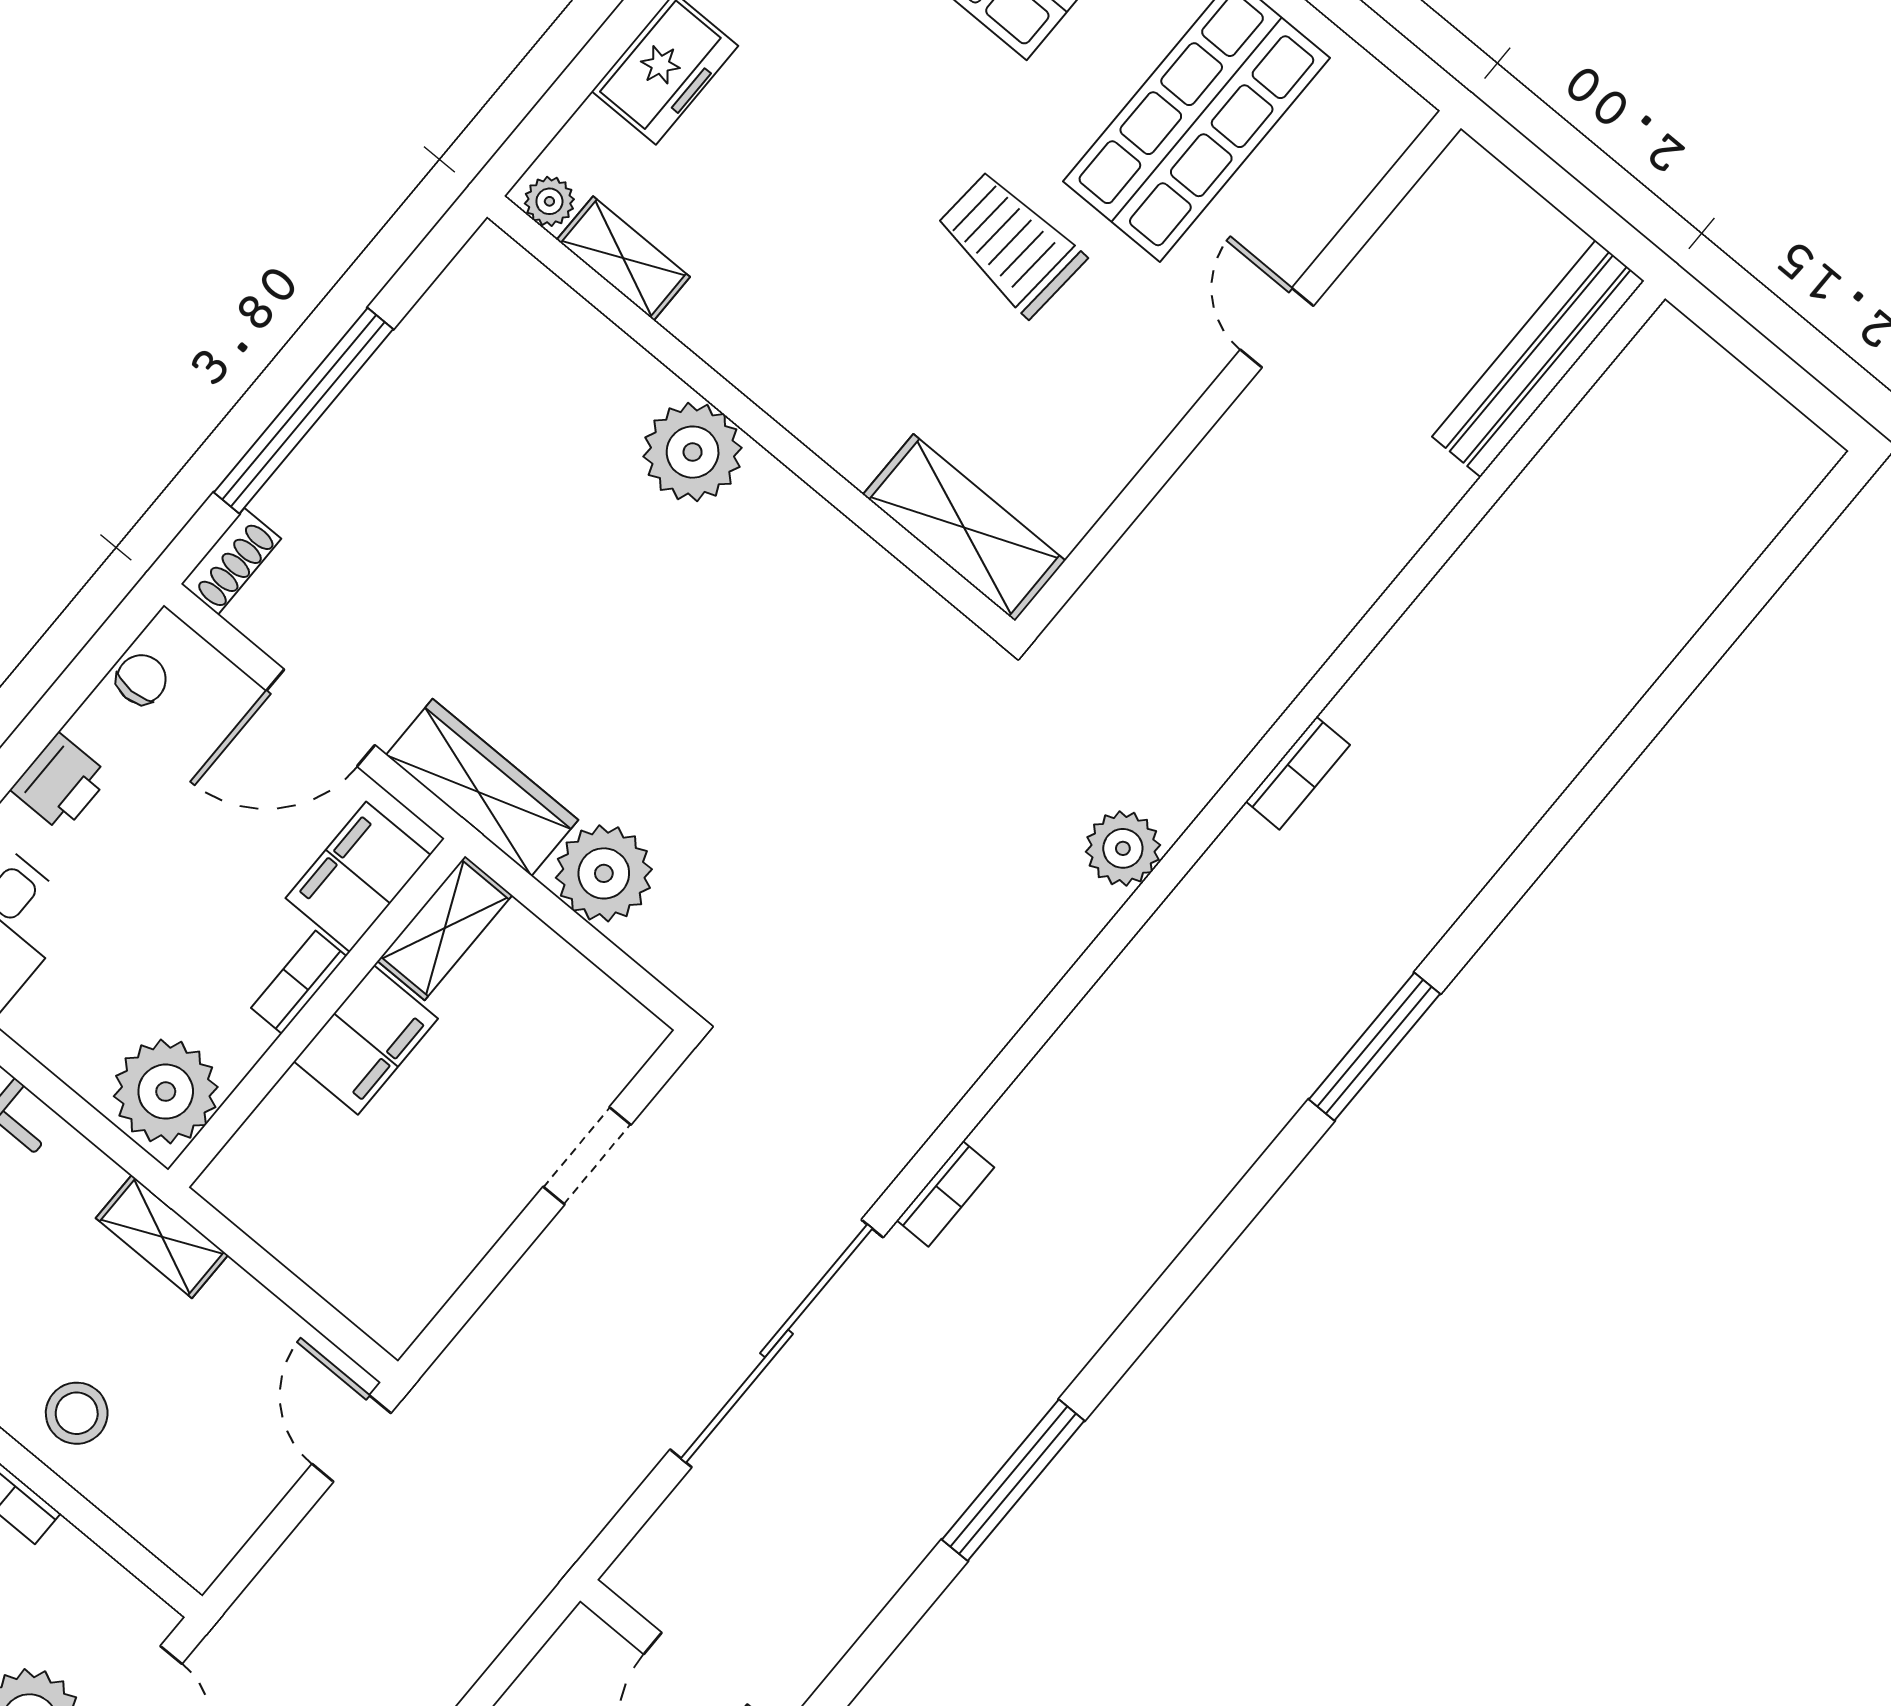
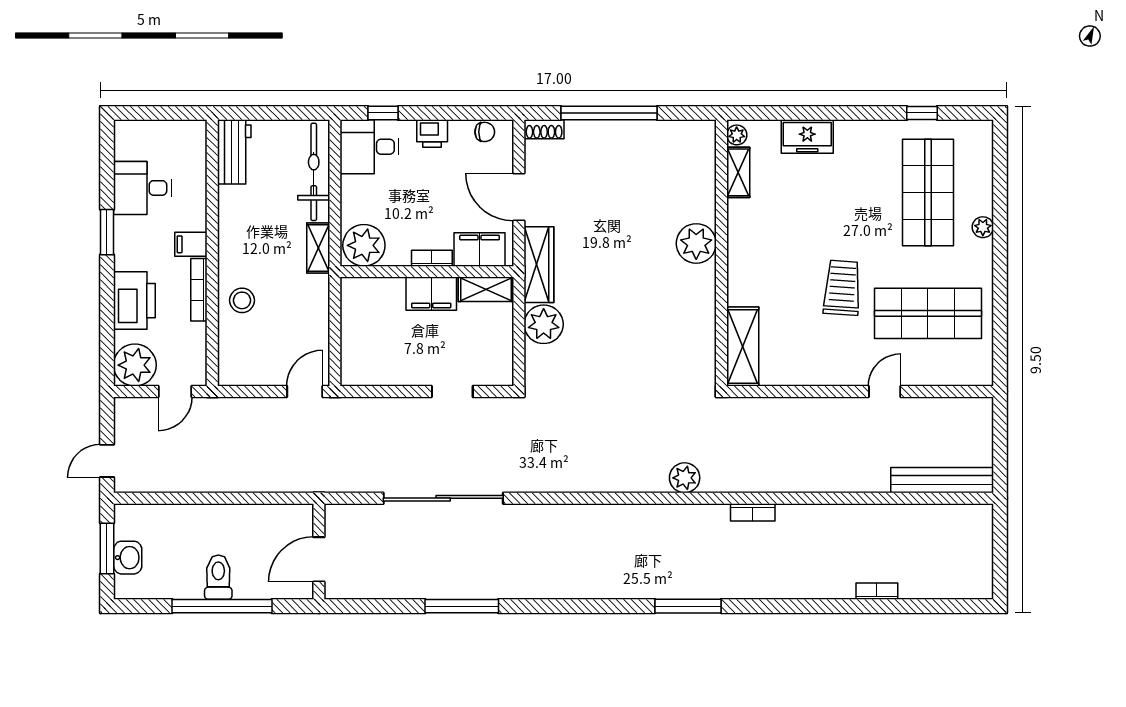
bookcase: (945, 1194) -> (877, 591), moved, turned 180
shelving: (162, 1237) -> (318, 248), moved

